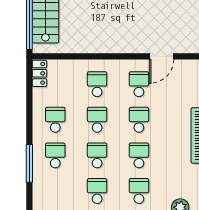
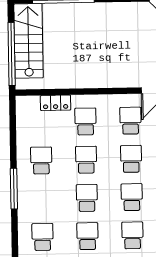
locker: (39, 73) -> (56, 103), moved, turned 90
school desk: (55, 155) -> (43, 237), moved
window: (29, 163) -> (14, 189), moved

